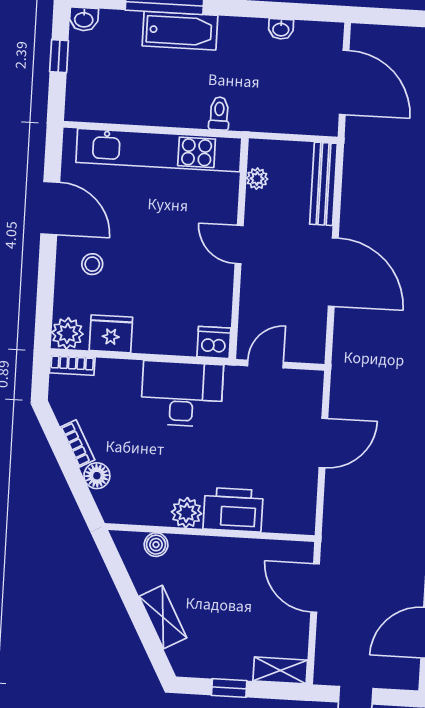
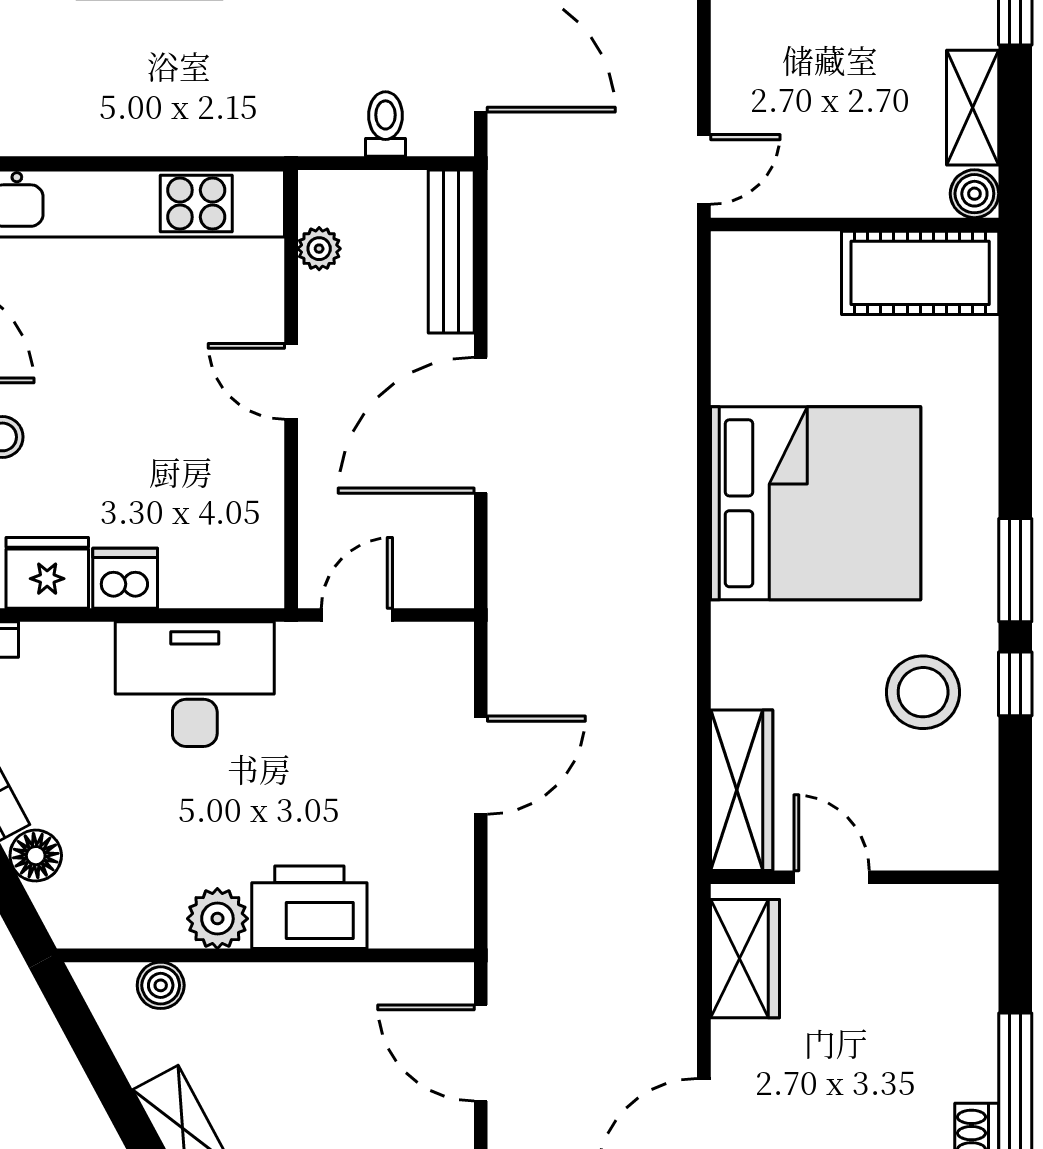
toilet: (219, 113) -> (385, 124), moved
door: (333, 272) -> (481, 425), swing flipped
dishwasher: (214, 342) -> (125, 578), moved

